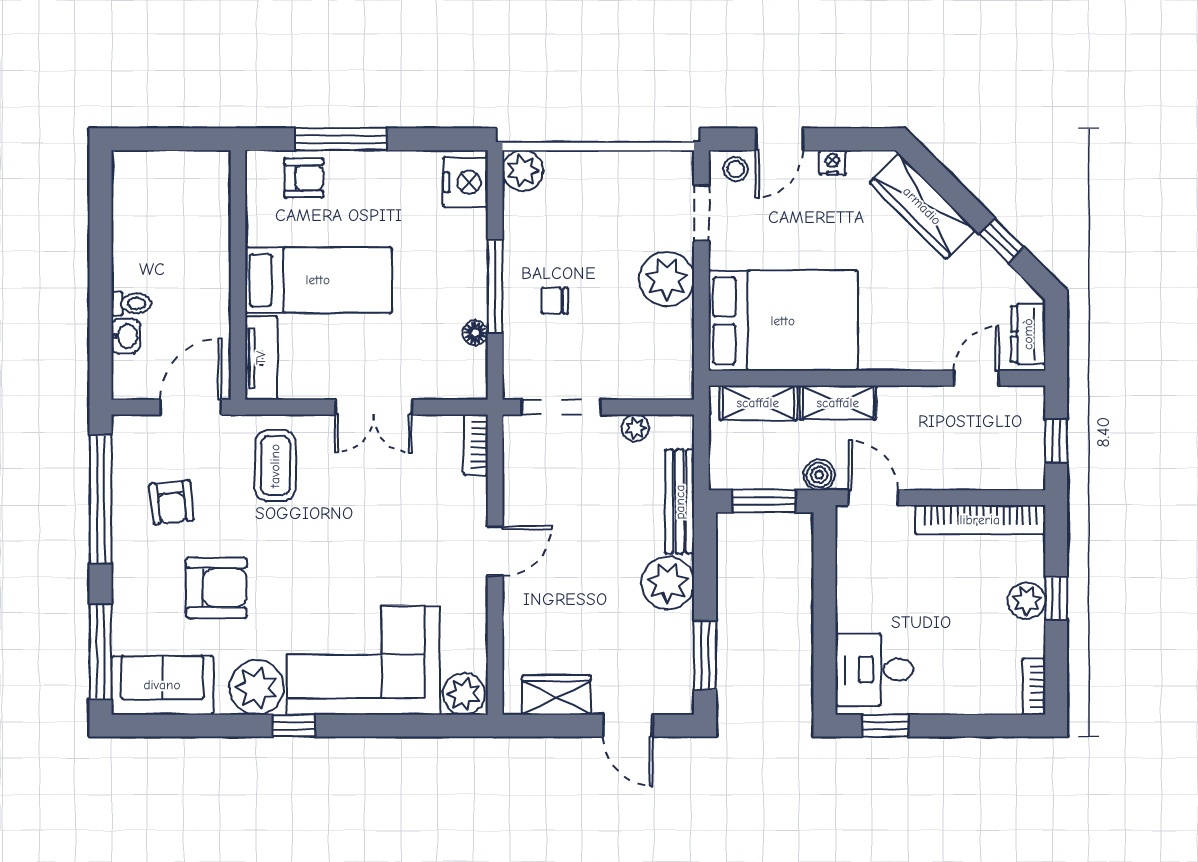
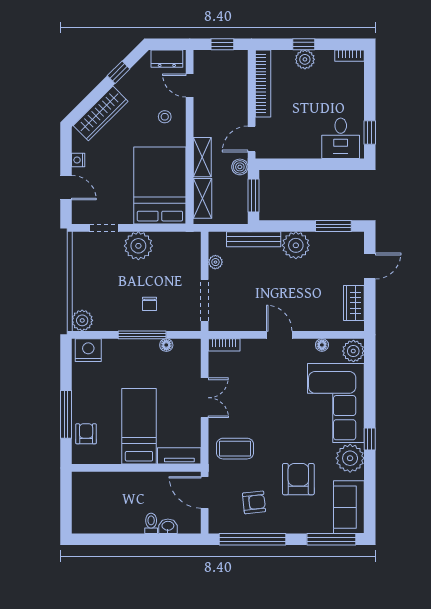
stool: (736, 169) -> (165, 117), moved
floor lamp: (475, 633) -> (322, 345), added

